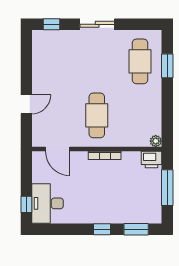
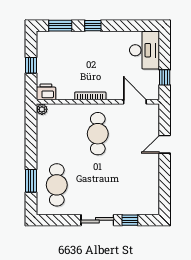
window: (51, 24) -> (130, 220), moved
window: (167, 188) -> (31, 65), width x0.46
window: (26, 204) -> (165, 77), moved

